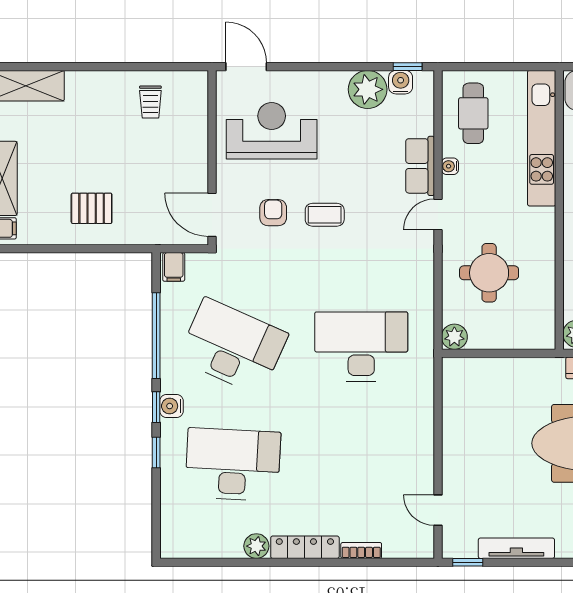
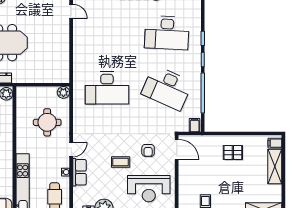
coffee table: (325, 215) -> (121, 162), moved
water cooler: (171, 406) -> (196, 60), removed

